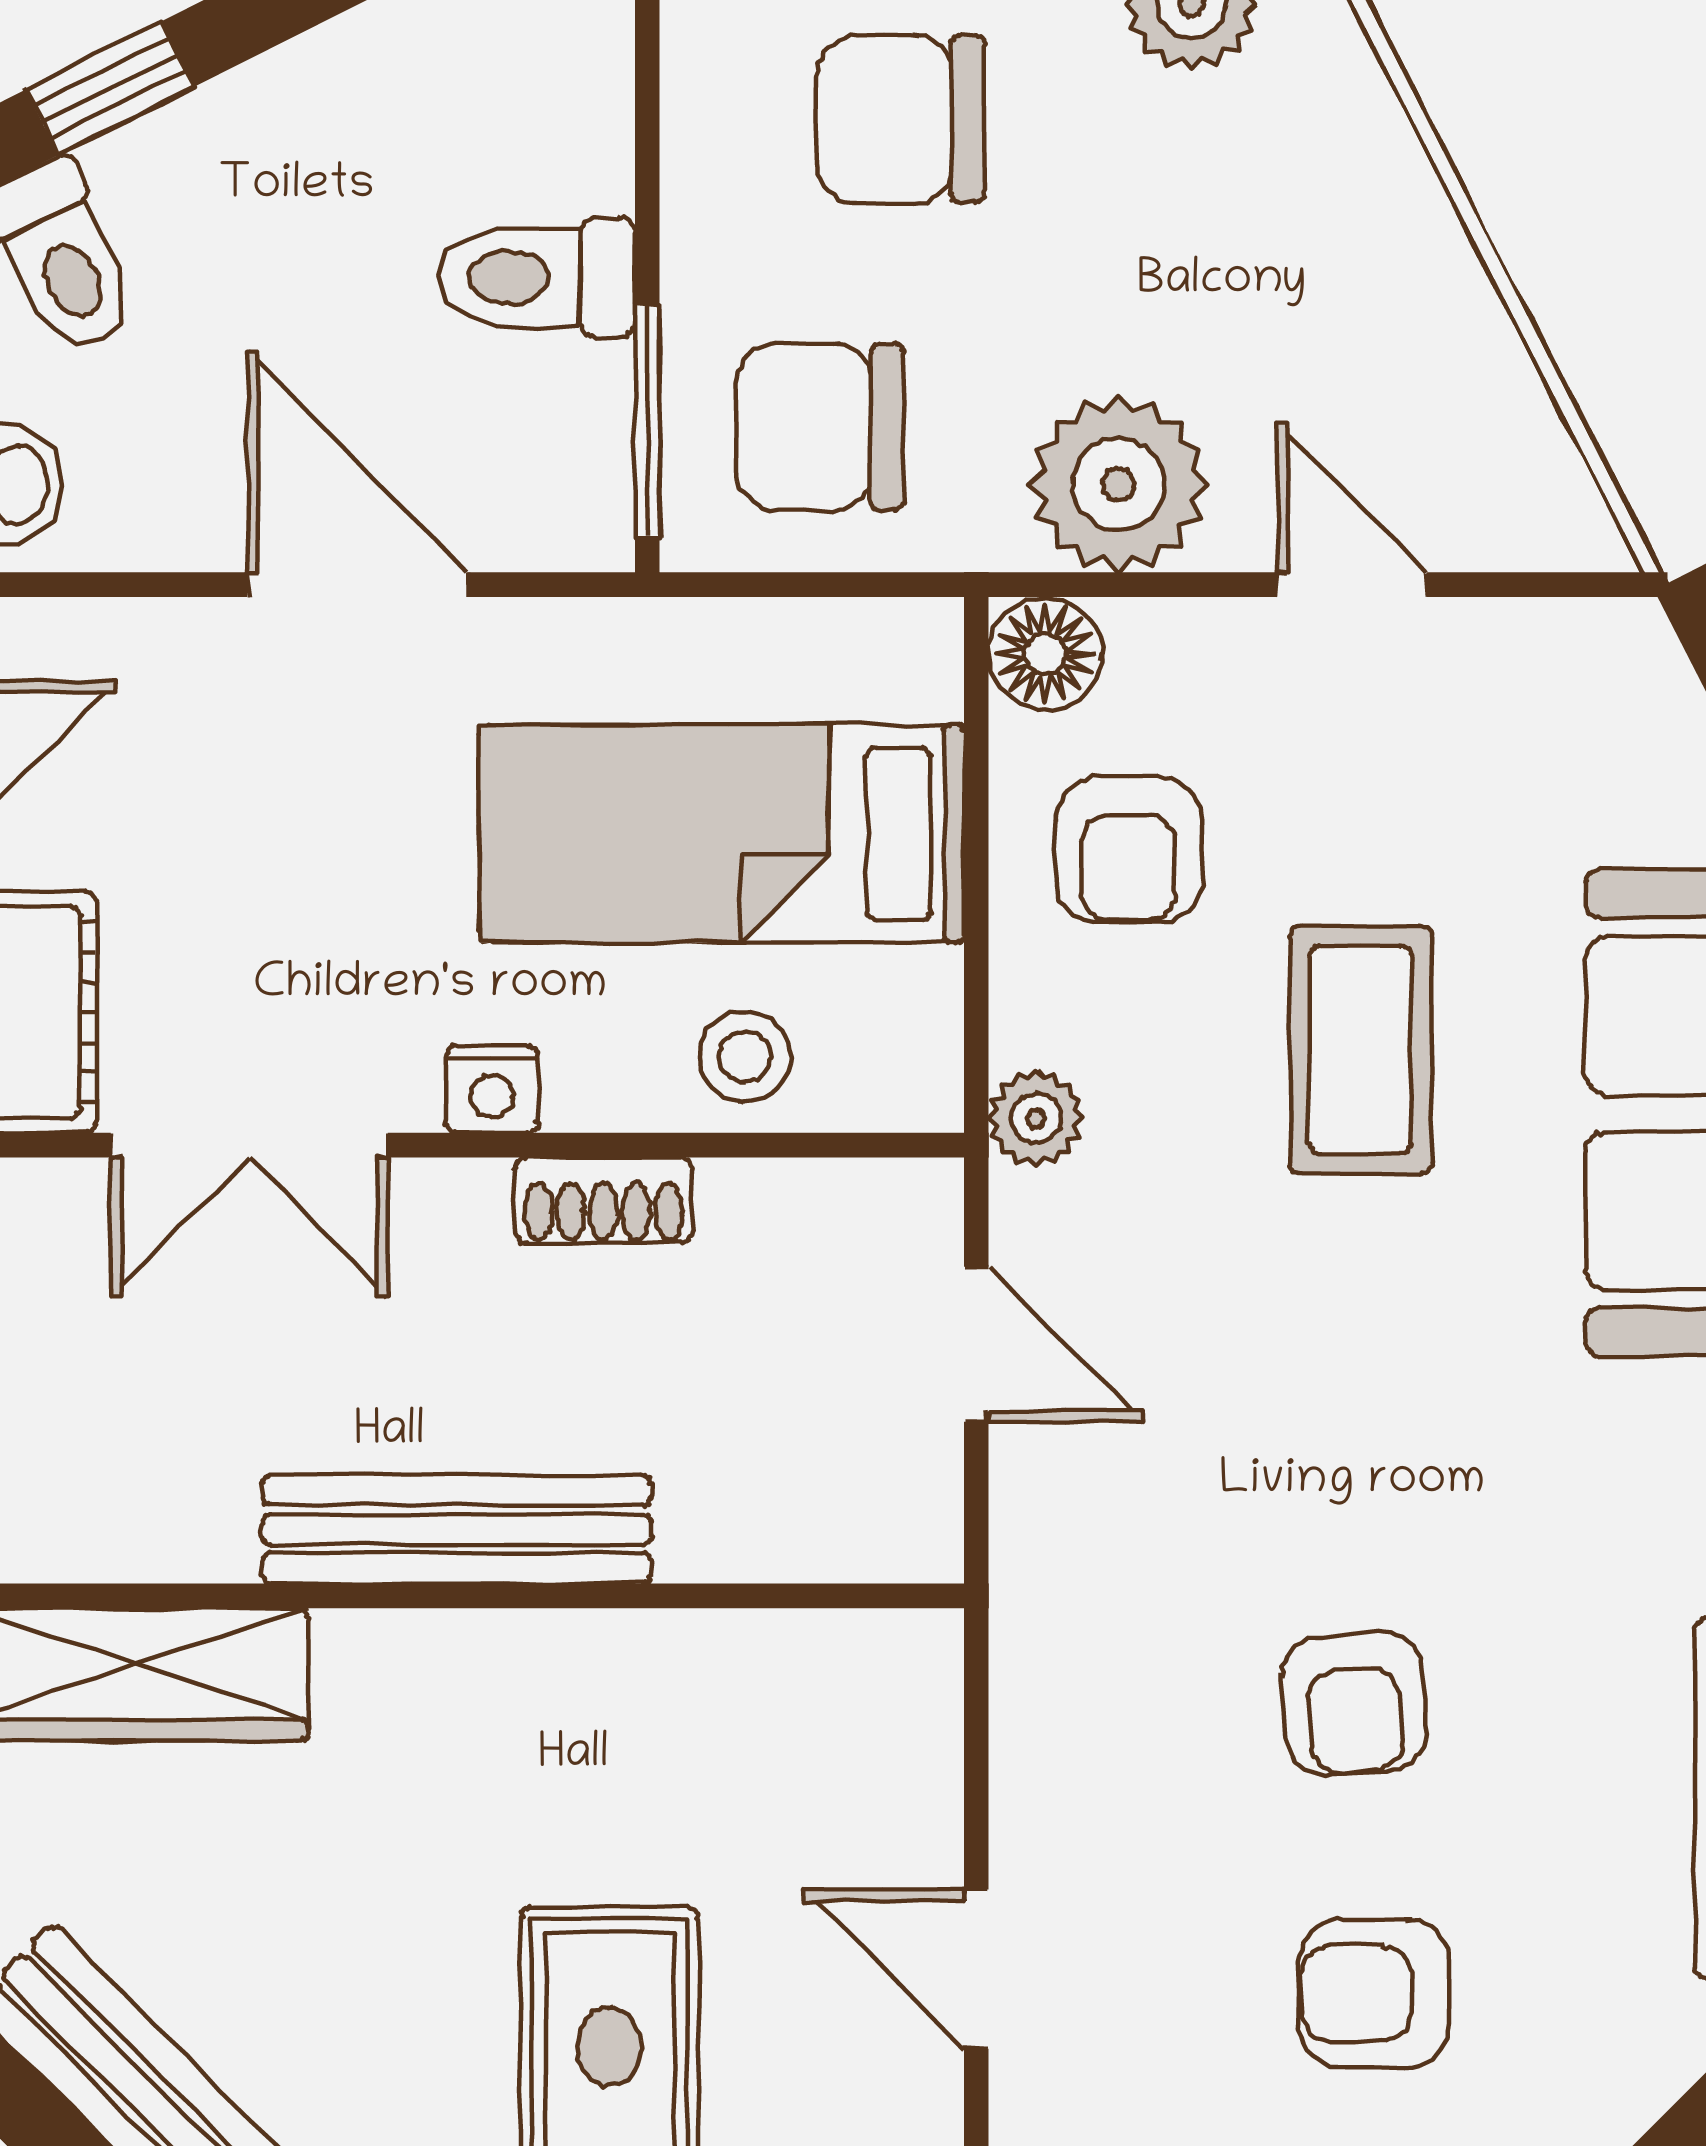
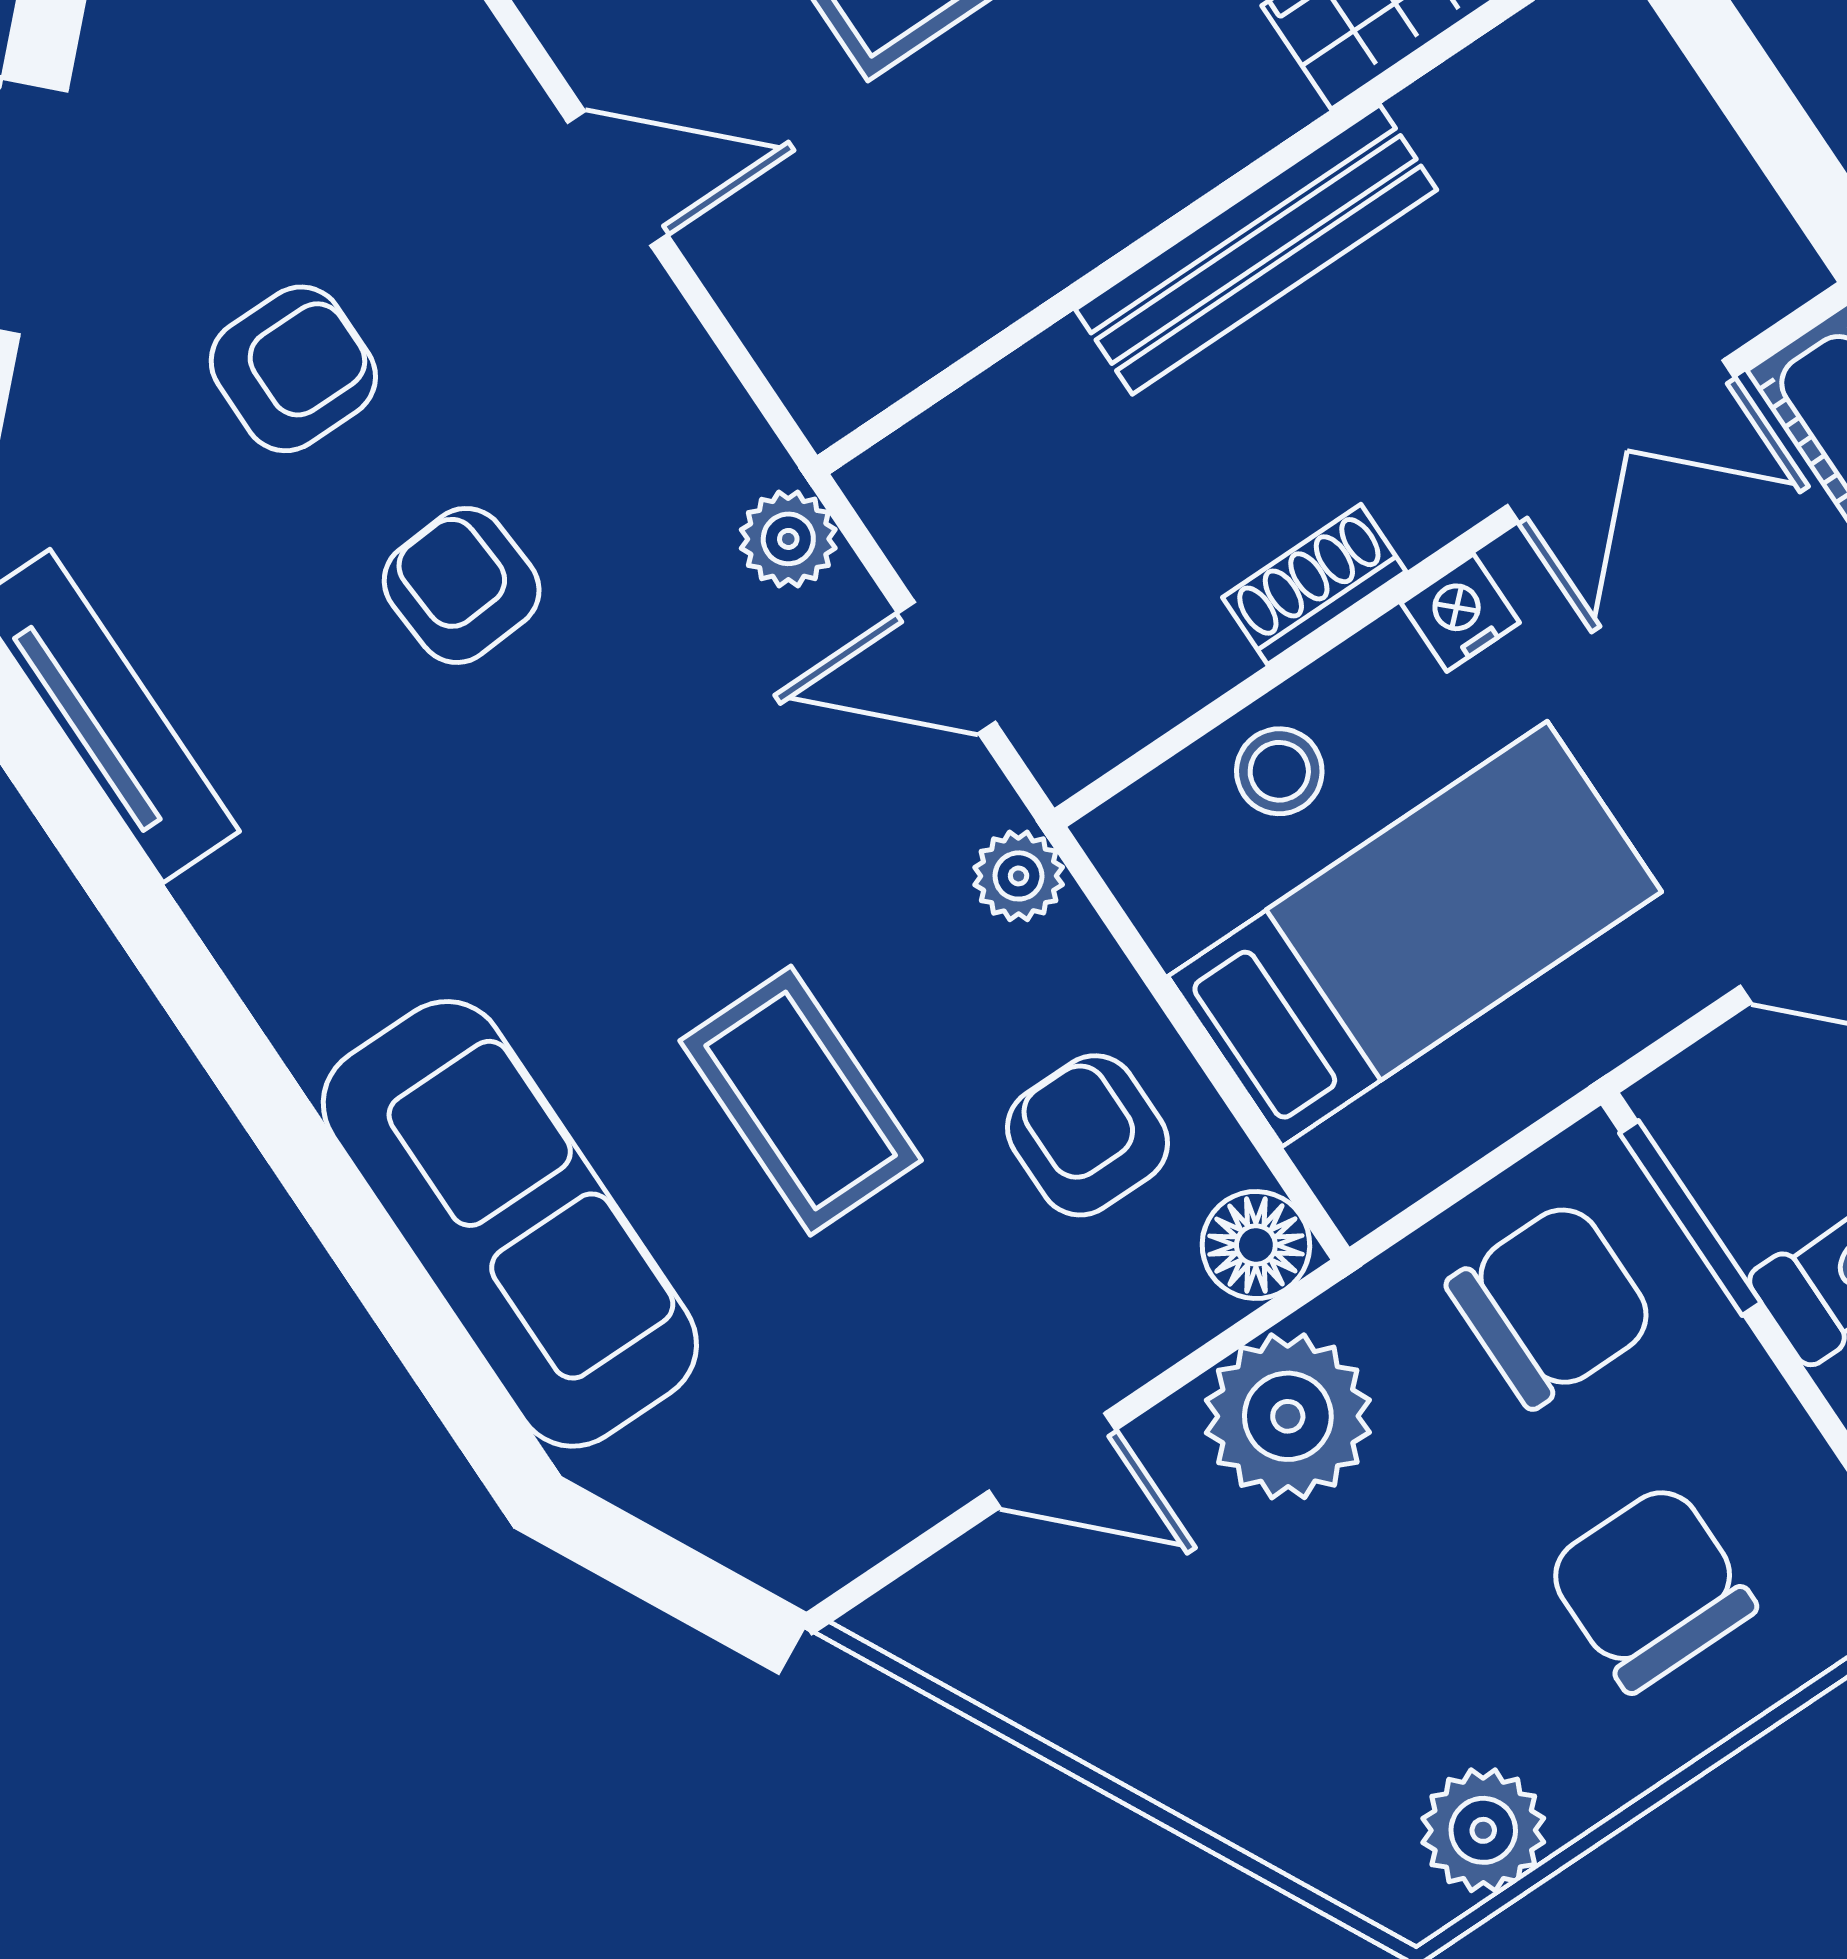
chair: (901, 119) -> (1651, 1587), turned -90
double door: (249, 1145) -> (1621, 441), swing flipped
plant: (1039, 1551) -> (788, 539), added

